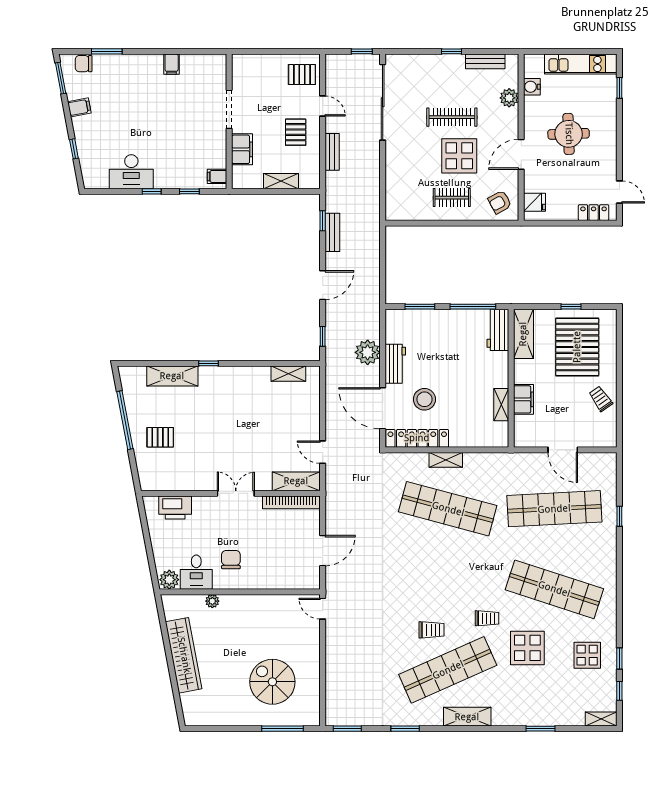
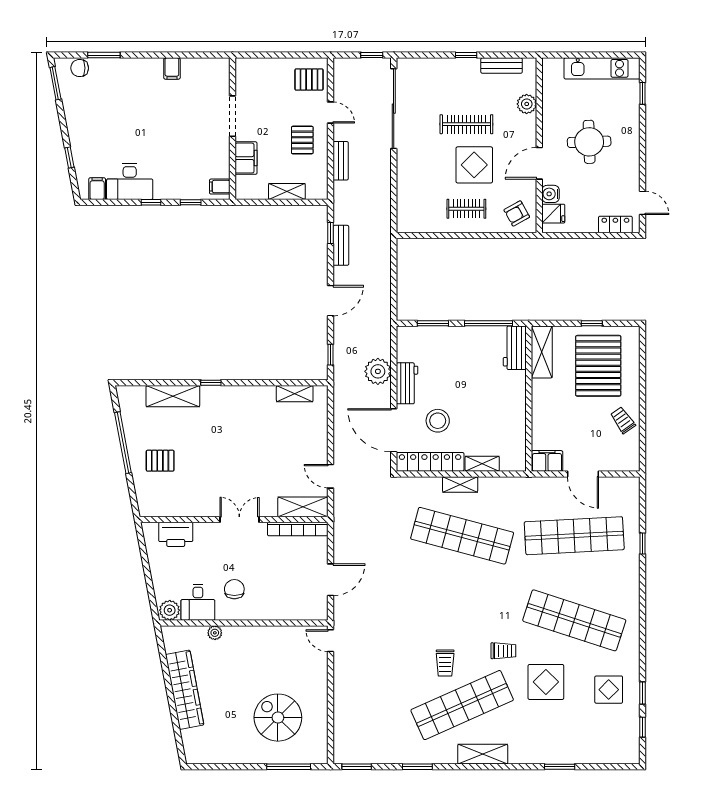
water cooler: (532, 87) -> (551, 194), moved
filing cabinet: (79, 107) -> (97, 189), moved, turned -79
filing cabinet: (523, 399) -> (547, 461), moved, turned -90
shelving: (501, 405) -> (482, 464), moved, turned 90
trolley: (431, 630) -> (445, 663), turned 90
shelving: (601, 719) -> (623, 757), removed

